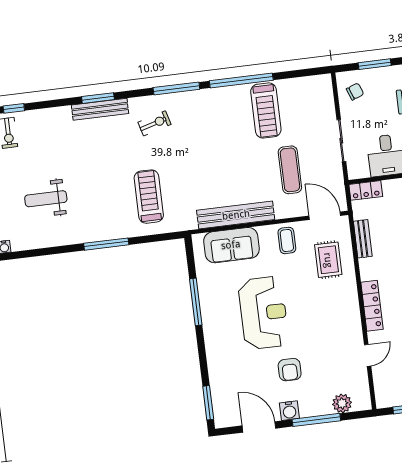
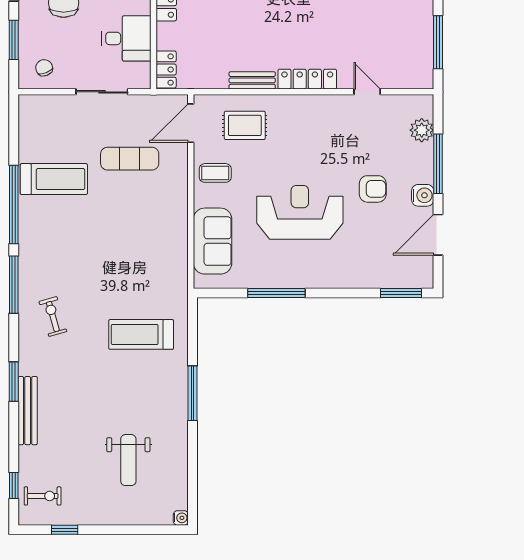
bench: (100, 109) -> (28, 411), moved
bench: (236, 215) -> (176, 231), removed
bench: (363, 239) -> (252, 80), moved

